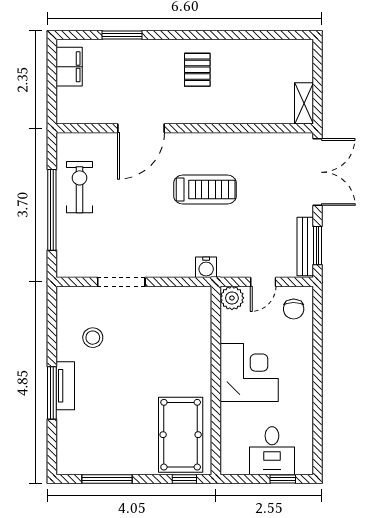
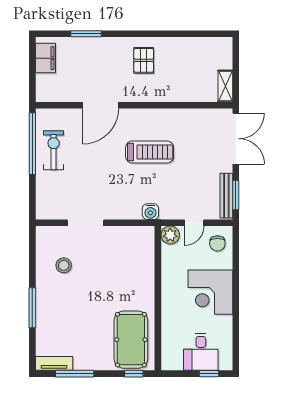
window: (52, 210) -> (32, 144), moved
corner desk: (249, 372) -> (210, 292), moved, turned 180
tv unit: (65, 386) -> (54, 363), moved, turned -90

